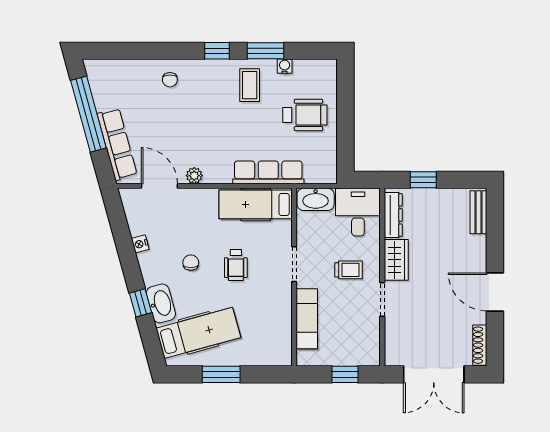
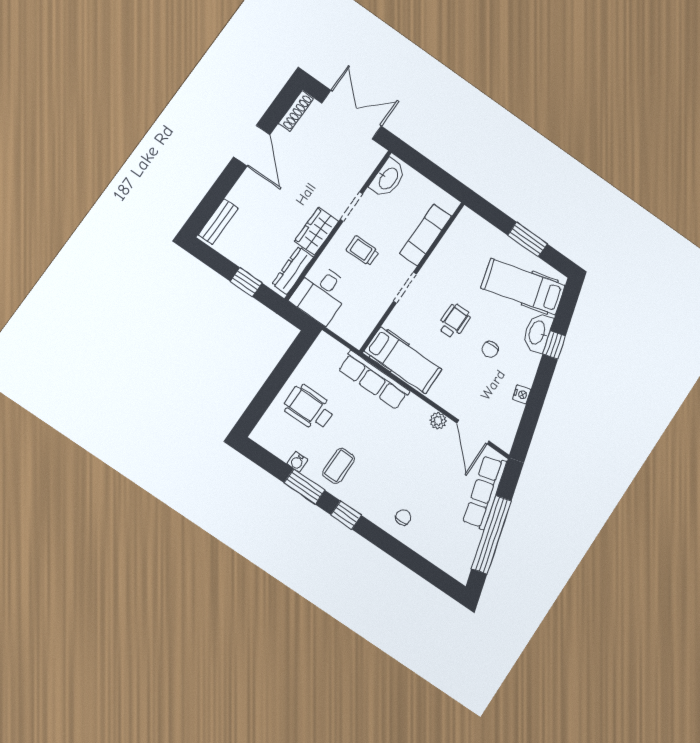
washbasin: (316, 199) -> (388, 178), moved, turned 90
window: (345, 374) -> (425, 167), removed

